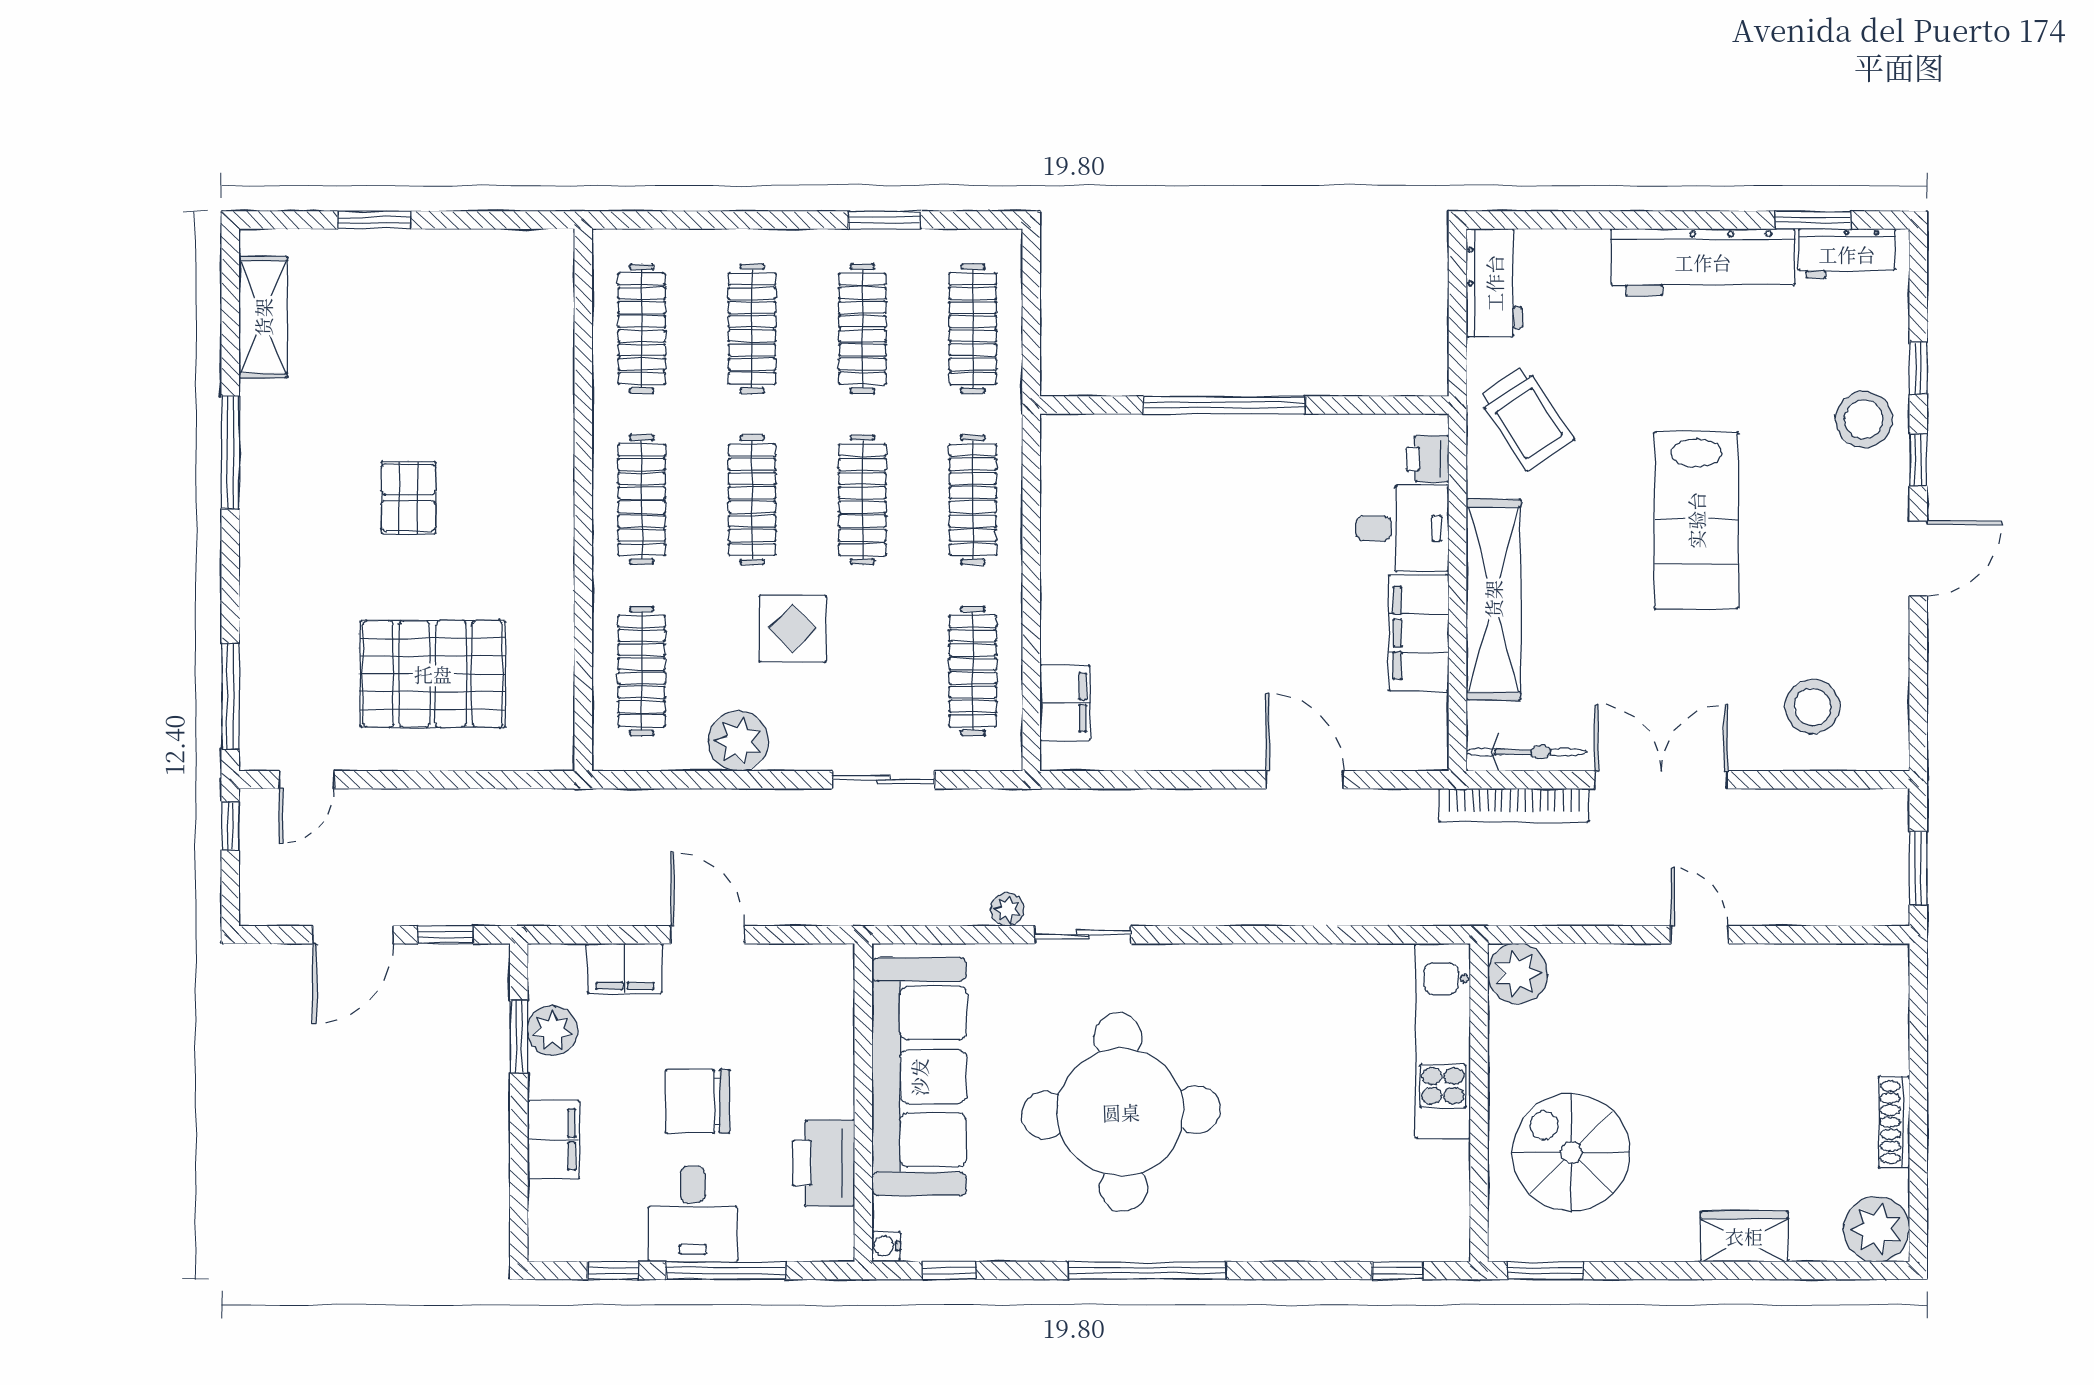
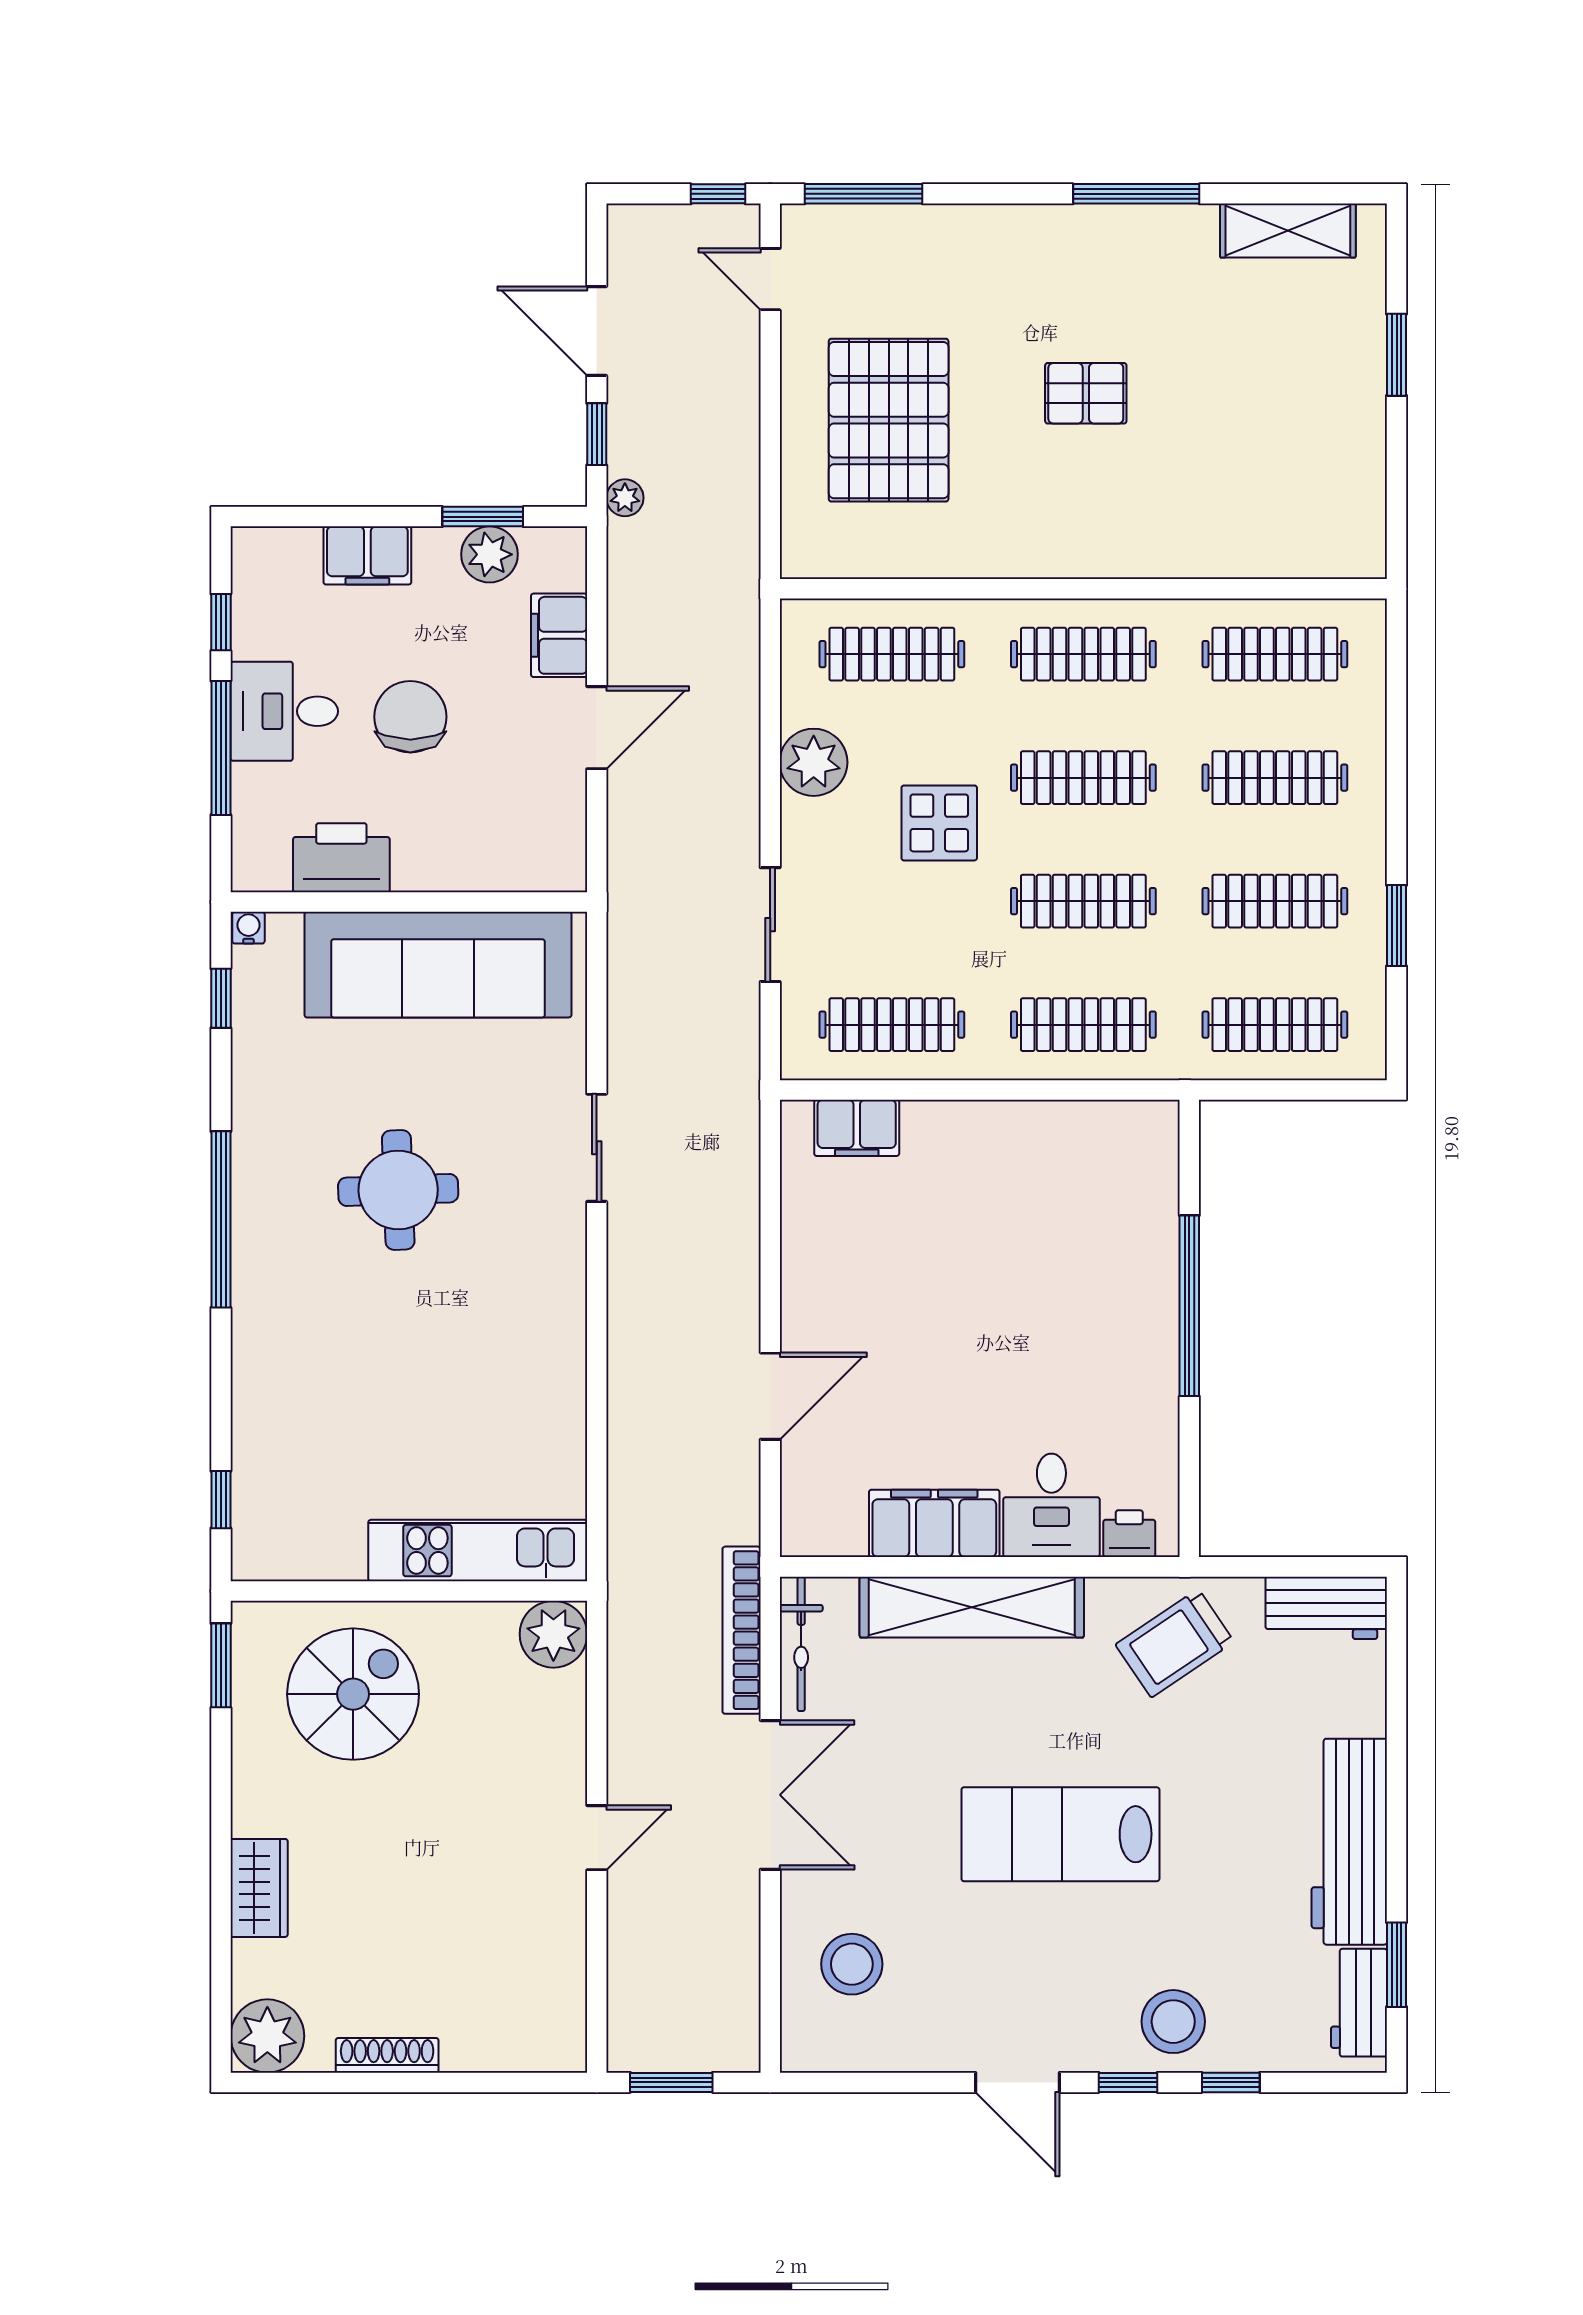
plant: (1007, 910) -> (625, 498), moved
round table: (1121, 1112) -> (398, 1190), width x0.54, depth x0.54

